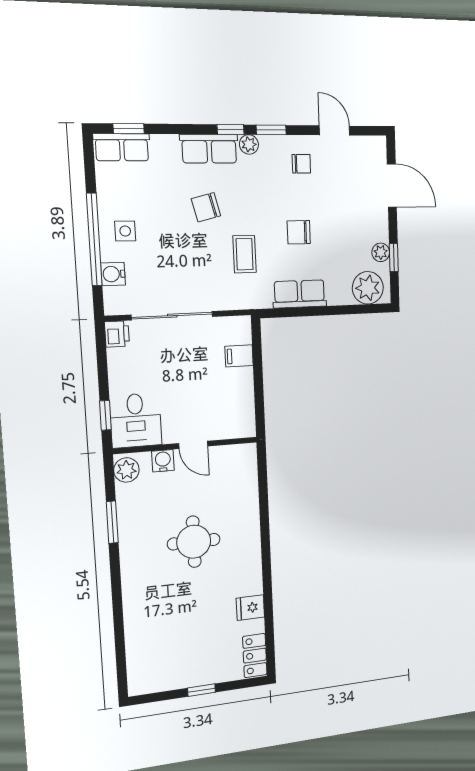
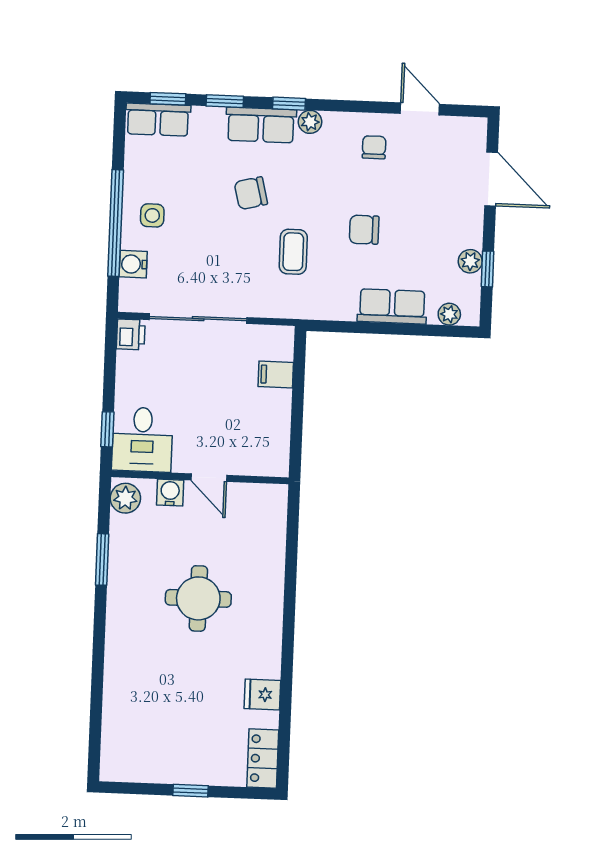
window: (271, 130) -> (225, 101), moved
chair: (301, 164) -> (374, 147), turned -90
plant: (368, 288) -> (449, 314), width x0.53, depth x0.53
row of seats: (300, 294) -> (392, 306), moved

